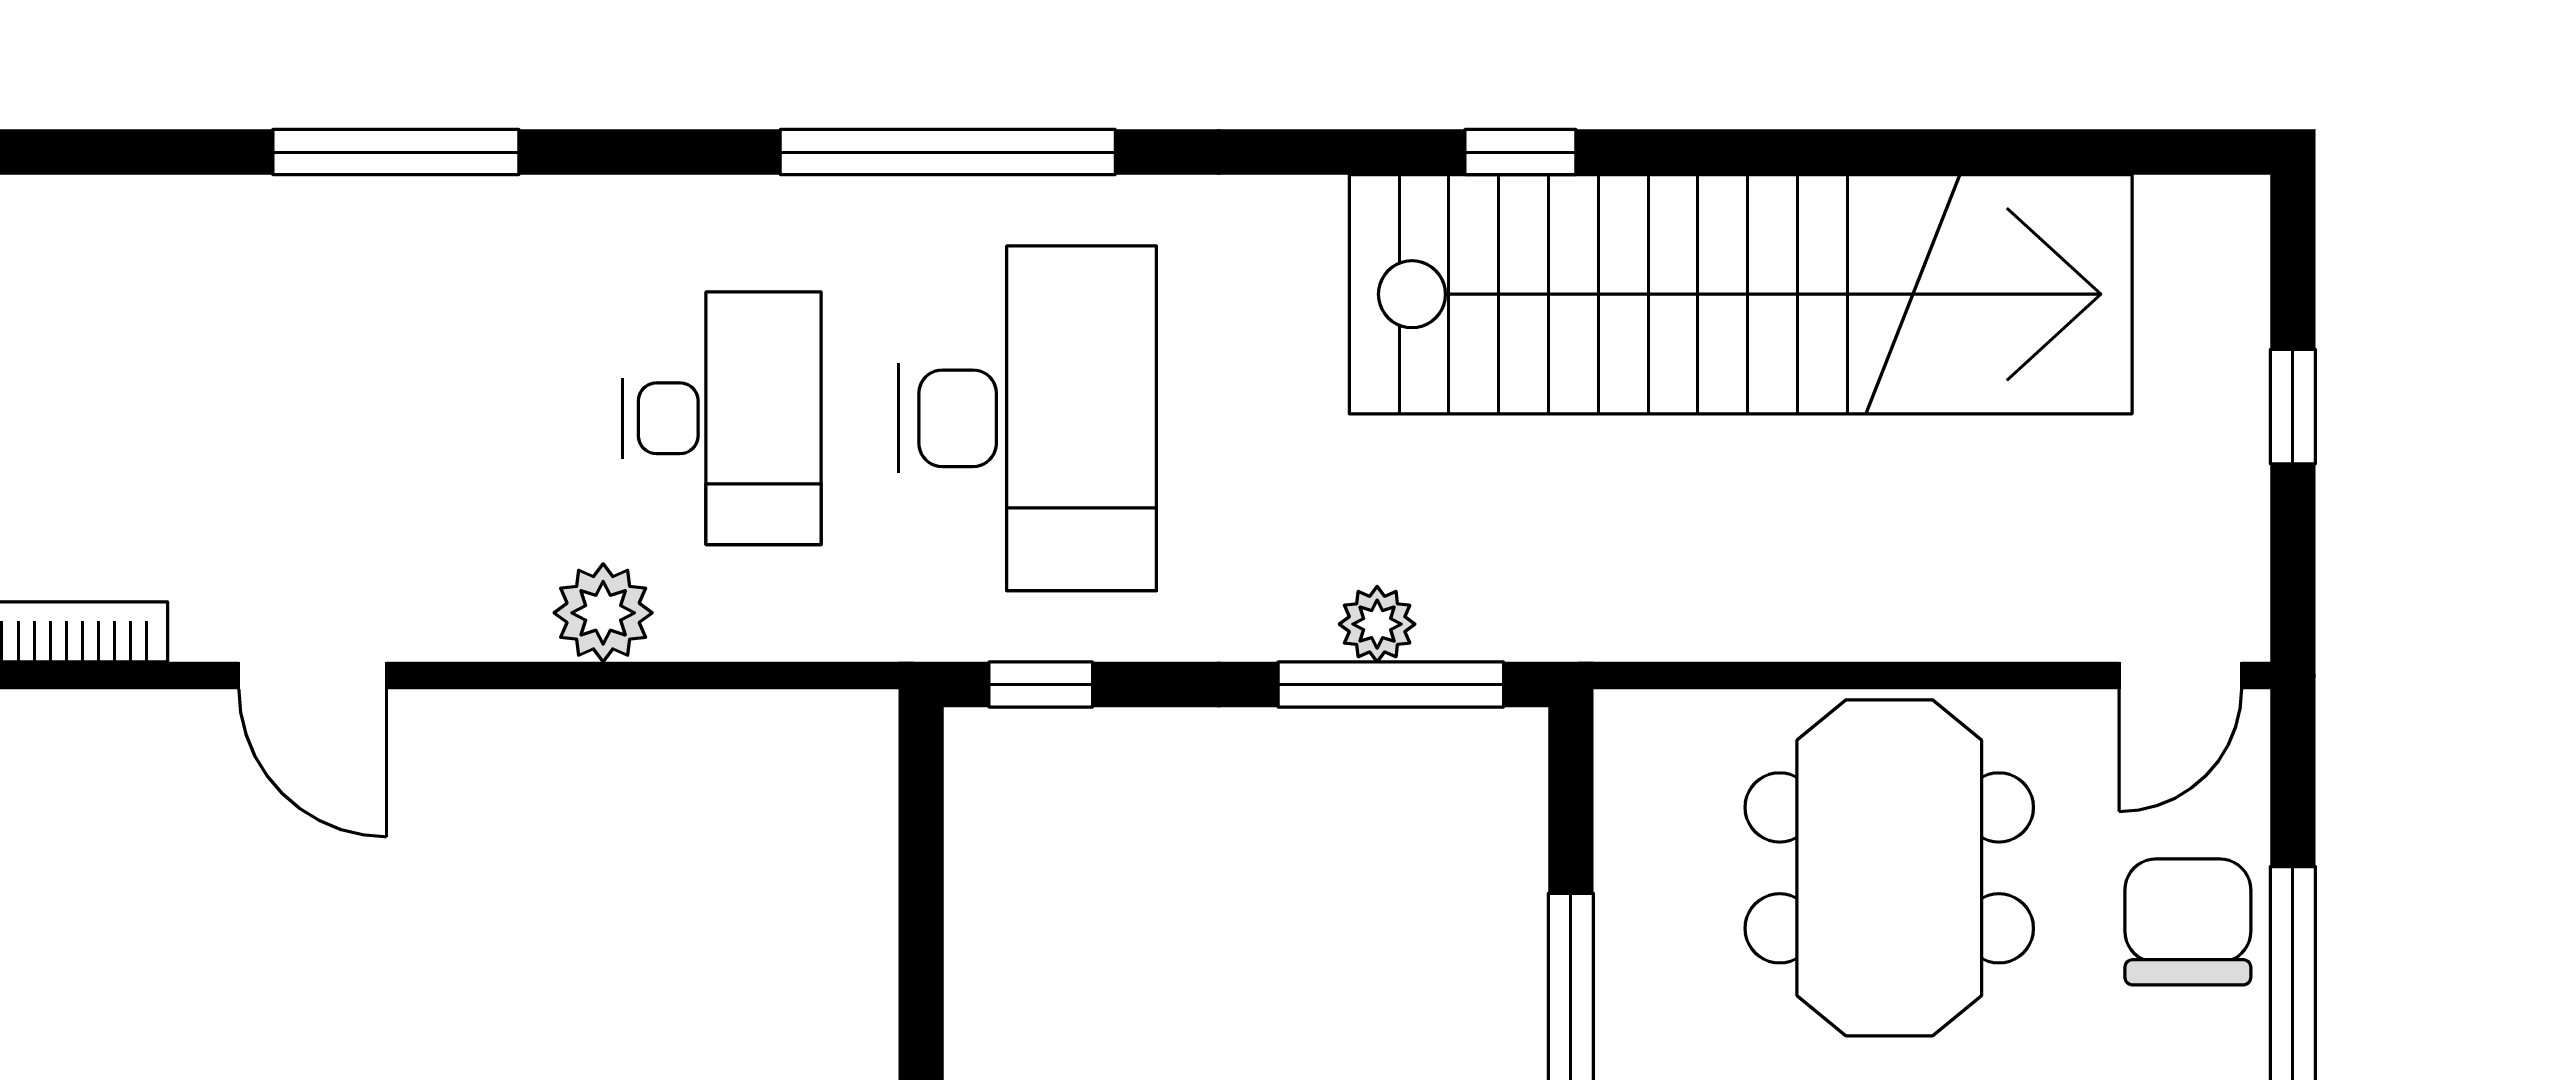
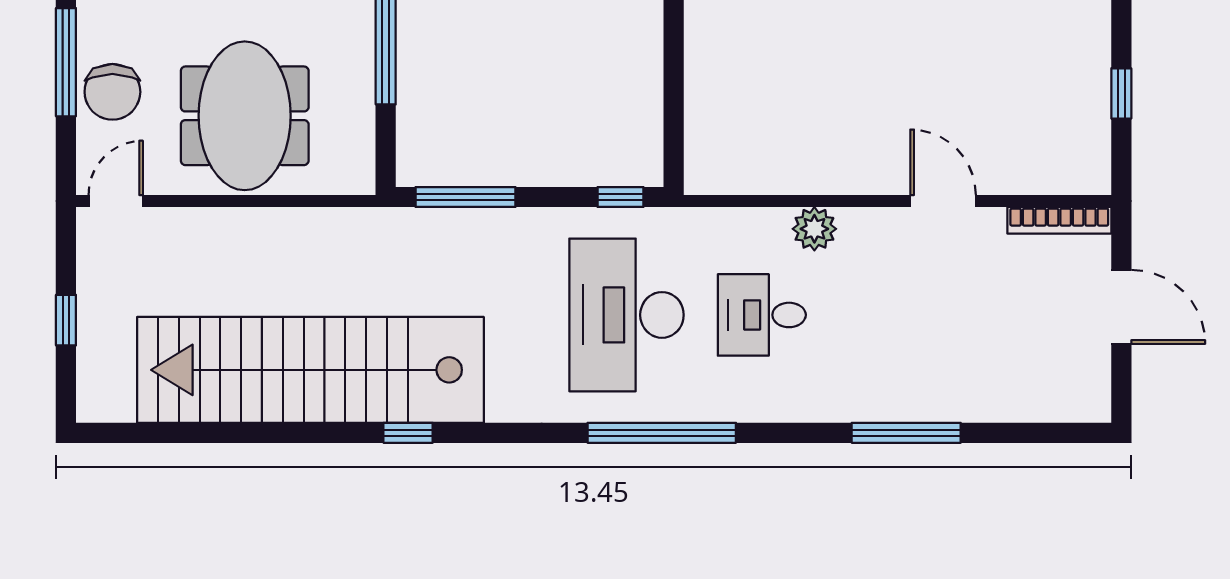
desk: (722, 418) -> (762, 315), width x0.73
plant: (1377, 624) -> (472, 224), removed

